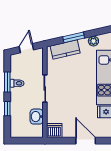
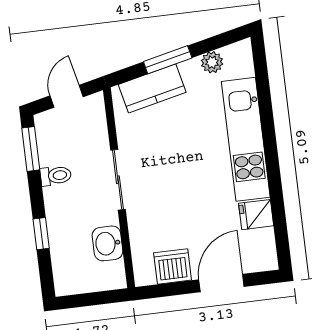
window: (7, 82) -> (31, 149), moved
dishwasher: (54, 131) -> (173, 266), moved
door: (86, 141) -> (221, 283), hinge flipped

